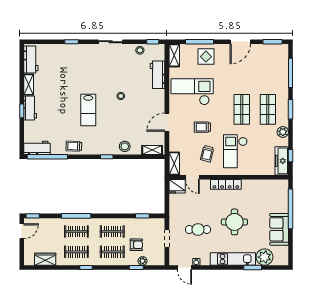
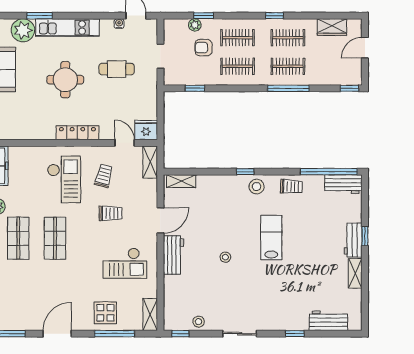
workbench: (31, 60) -> (328, 321), moved, turned 90
workbench: (158, 75) -> (174, 255), moved
checkout: (192, 92) -> (125, 263), width x0.73, depth x0.83
stool: (125, 146) -> (257, 187), moved
door: (22, 231) -> (365, 48), moved

